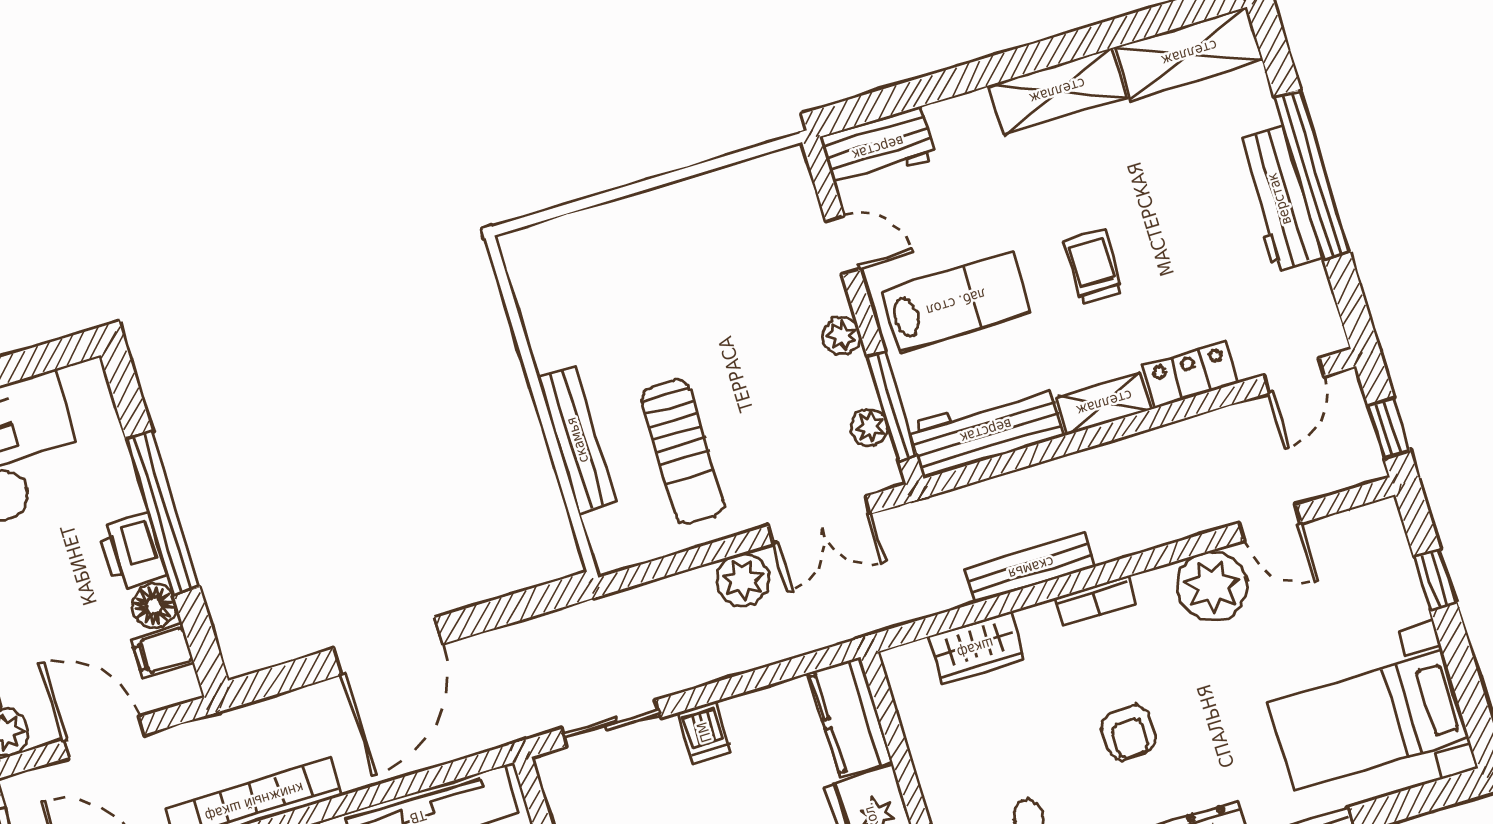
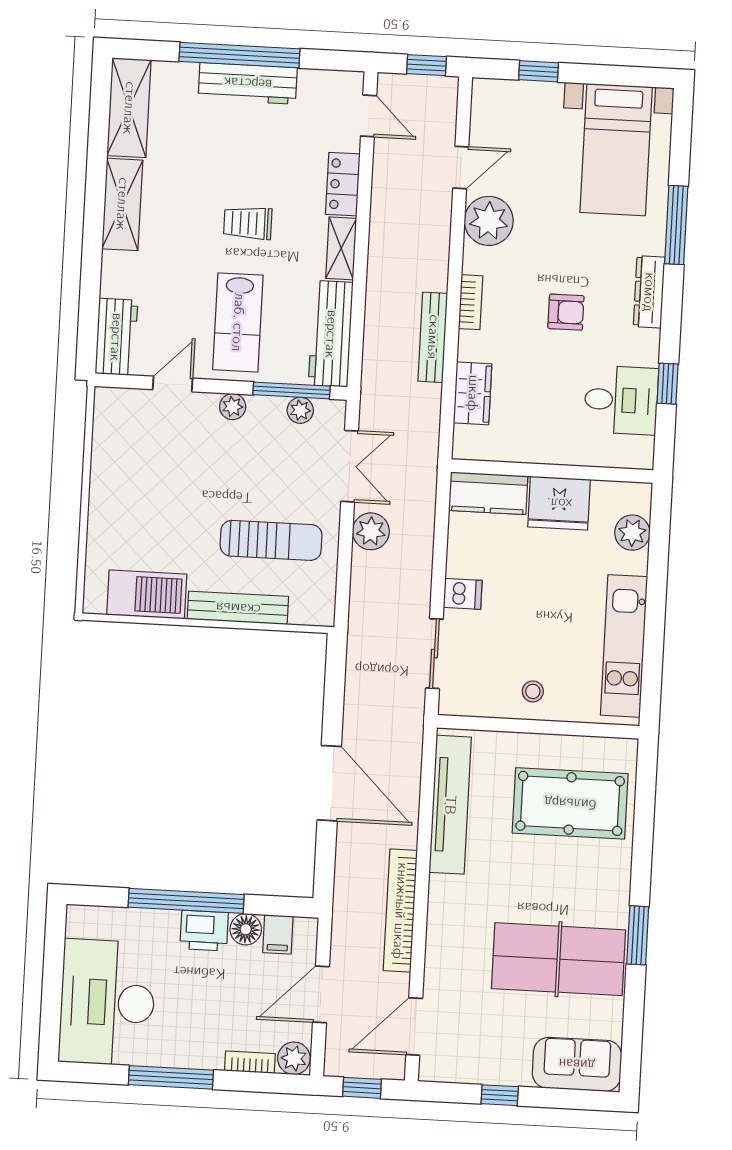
lab bench: (956, 302) -> (238, 322), turned 180
barbecue: (551, 312) -> (147, 594), added

